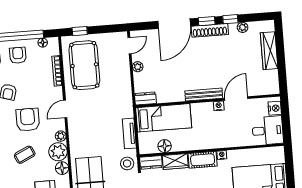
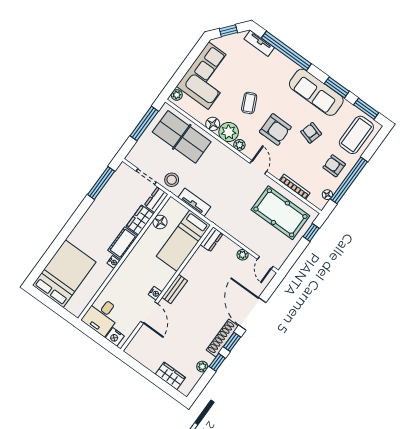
wardrobe: (269, 51) -> (170, 376), width x0.67
armchair: (18, 55) -> (334, 166), turned 180
bench: (204, 95) -> (175, 289), width x0.73

